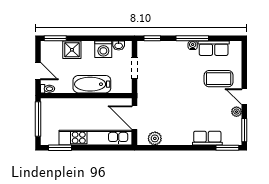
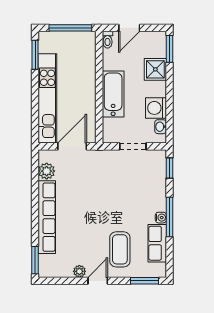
window: (244, 130) -> (145, 281), moved
row of seats: (207, 138) -> (47, 217), width x2.02

